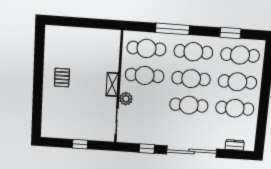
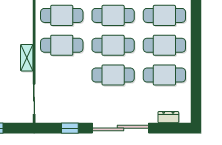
plant: (126, 99) -> (43, 73), removed

